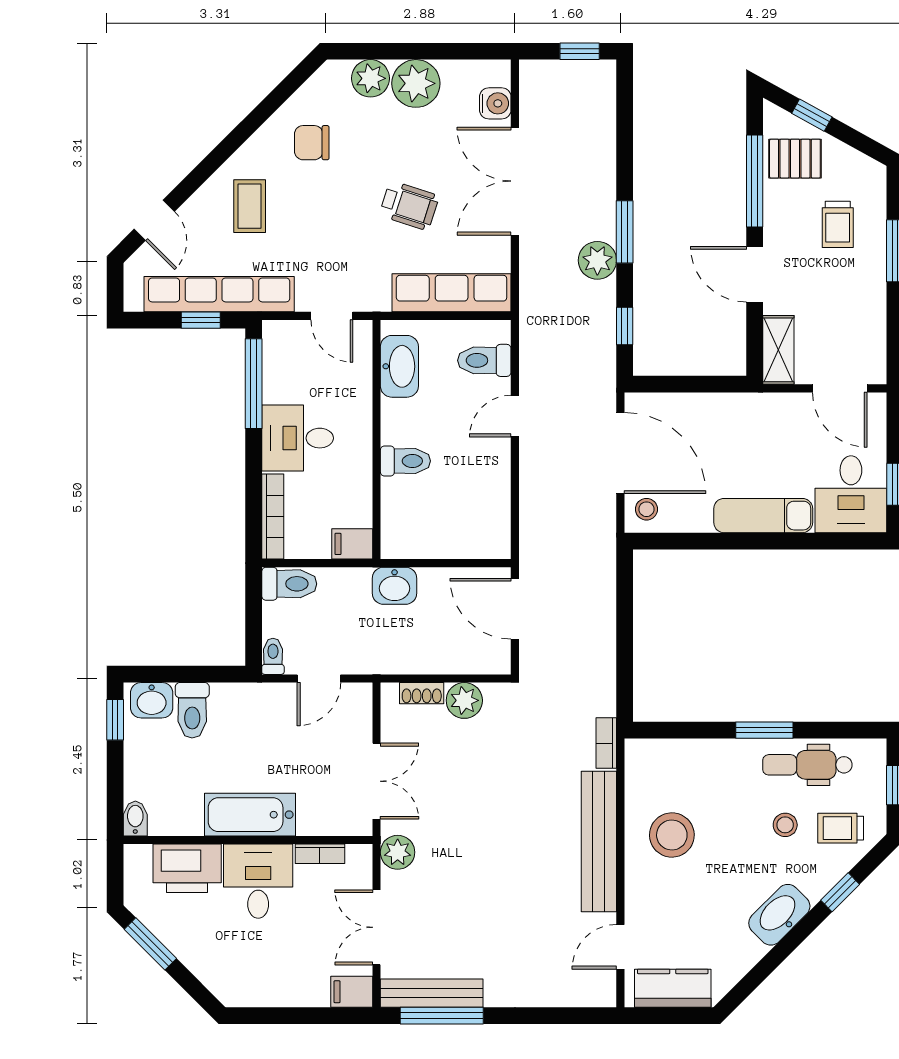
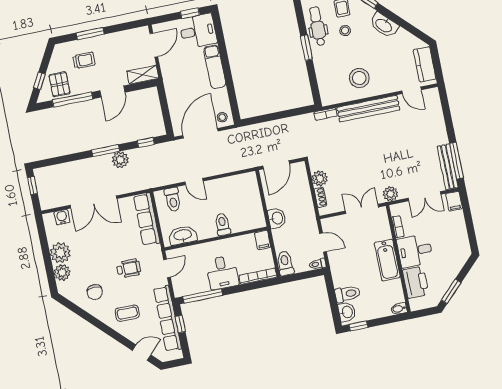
wheelchair: (409, 206) -> (129, 268), moved, turned 72
dental chair: (807, 765) -> (317, 26), turned 180

